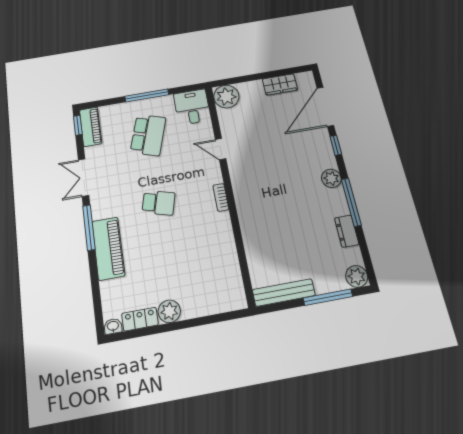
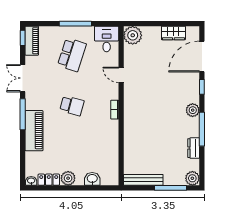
washbasin: (206, 305) -> (92, 179), added

